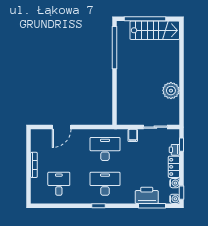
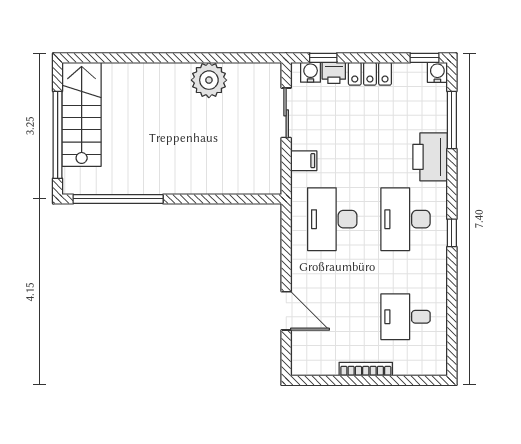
water cooler: (175, 183) -> (311, 72), moved
printer: (147, 195) -> (430, 157), moved

